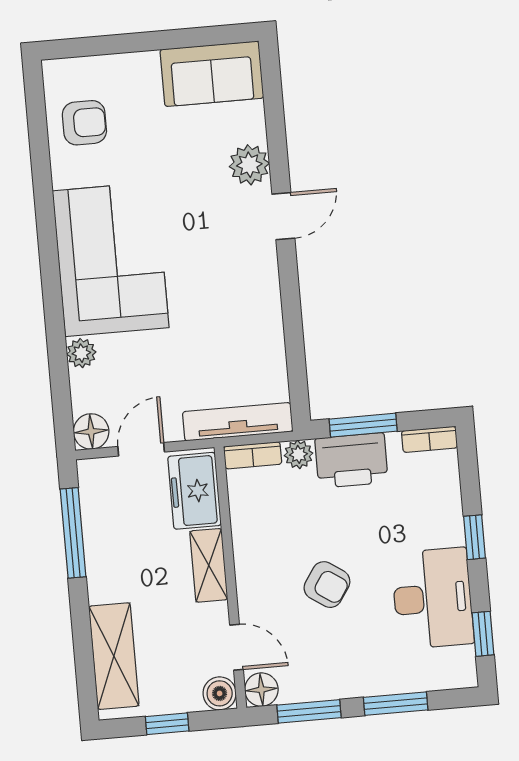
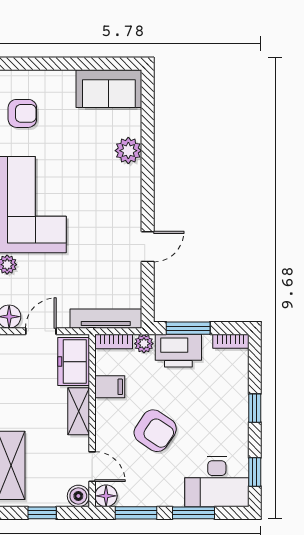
door: (283, 216) -> (148, 247), moved
filing cabinet: (253, 524) -> (110, 387), added
armchair: (327, 585) -> (155, 431), width x1.38, depth x1.38
desk: (433, 598) -> (217, 482), moved, turned 90

